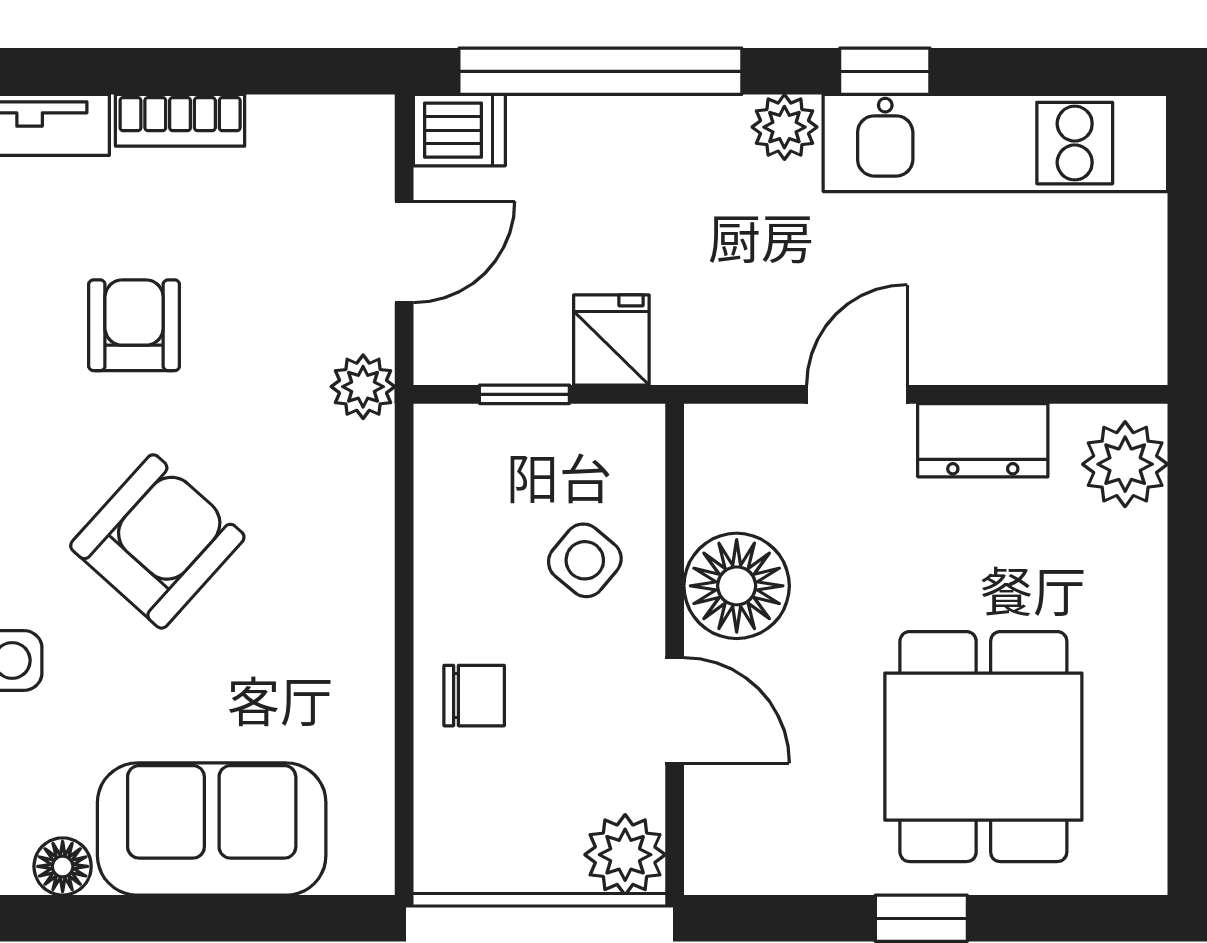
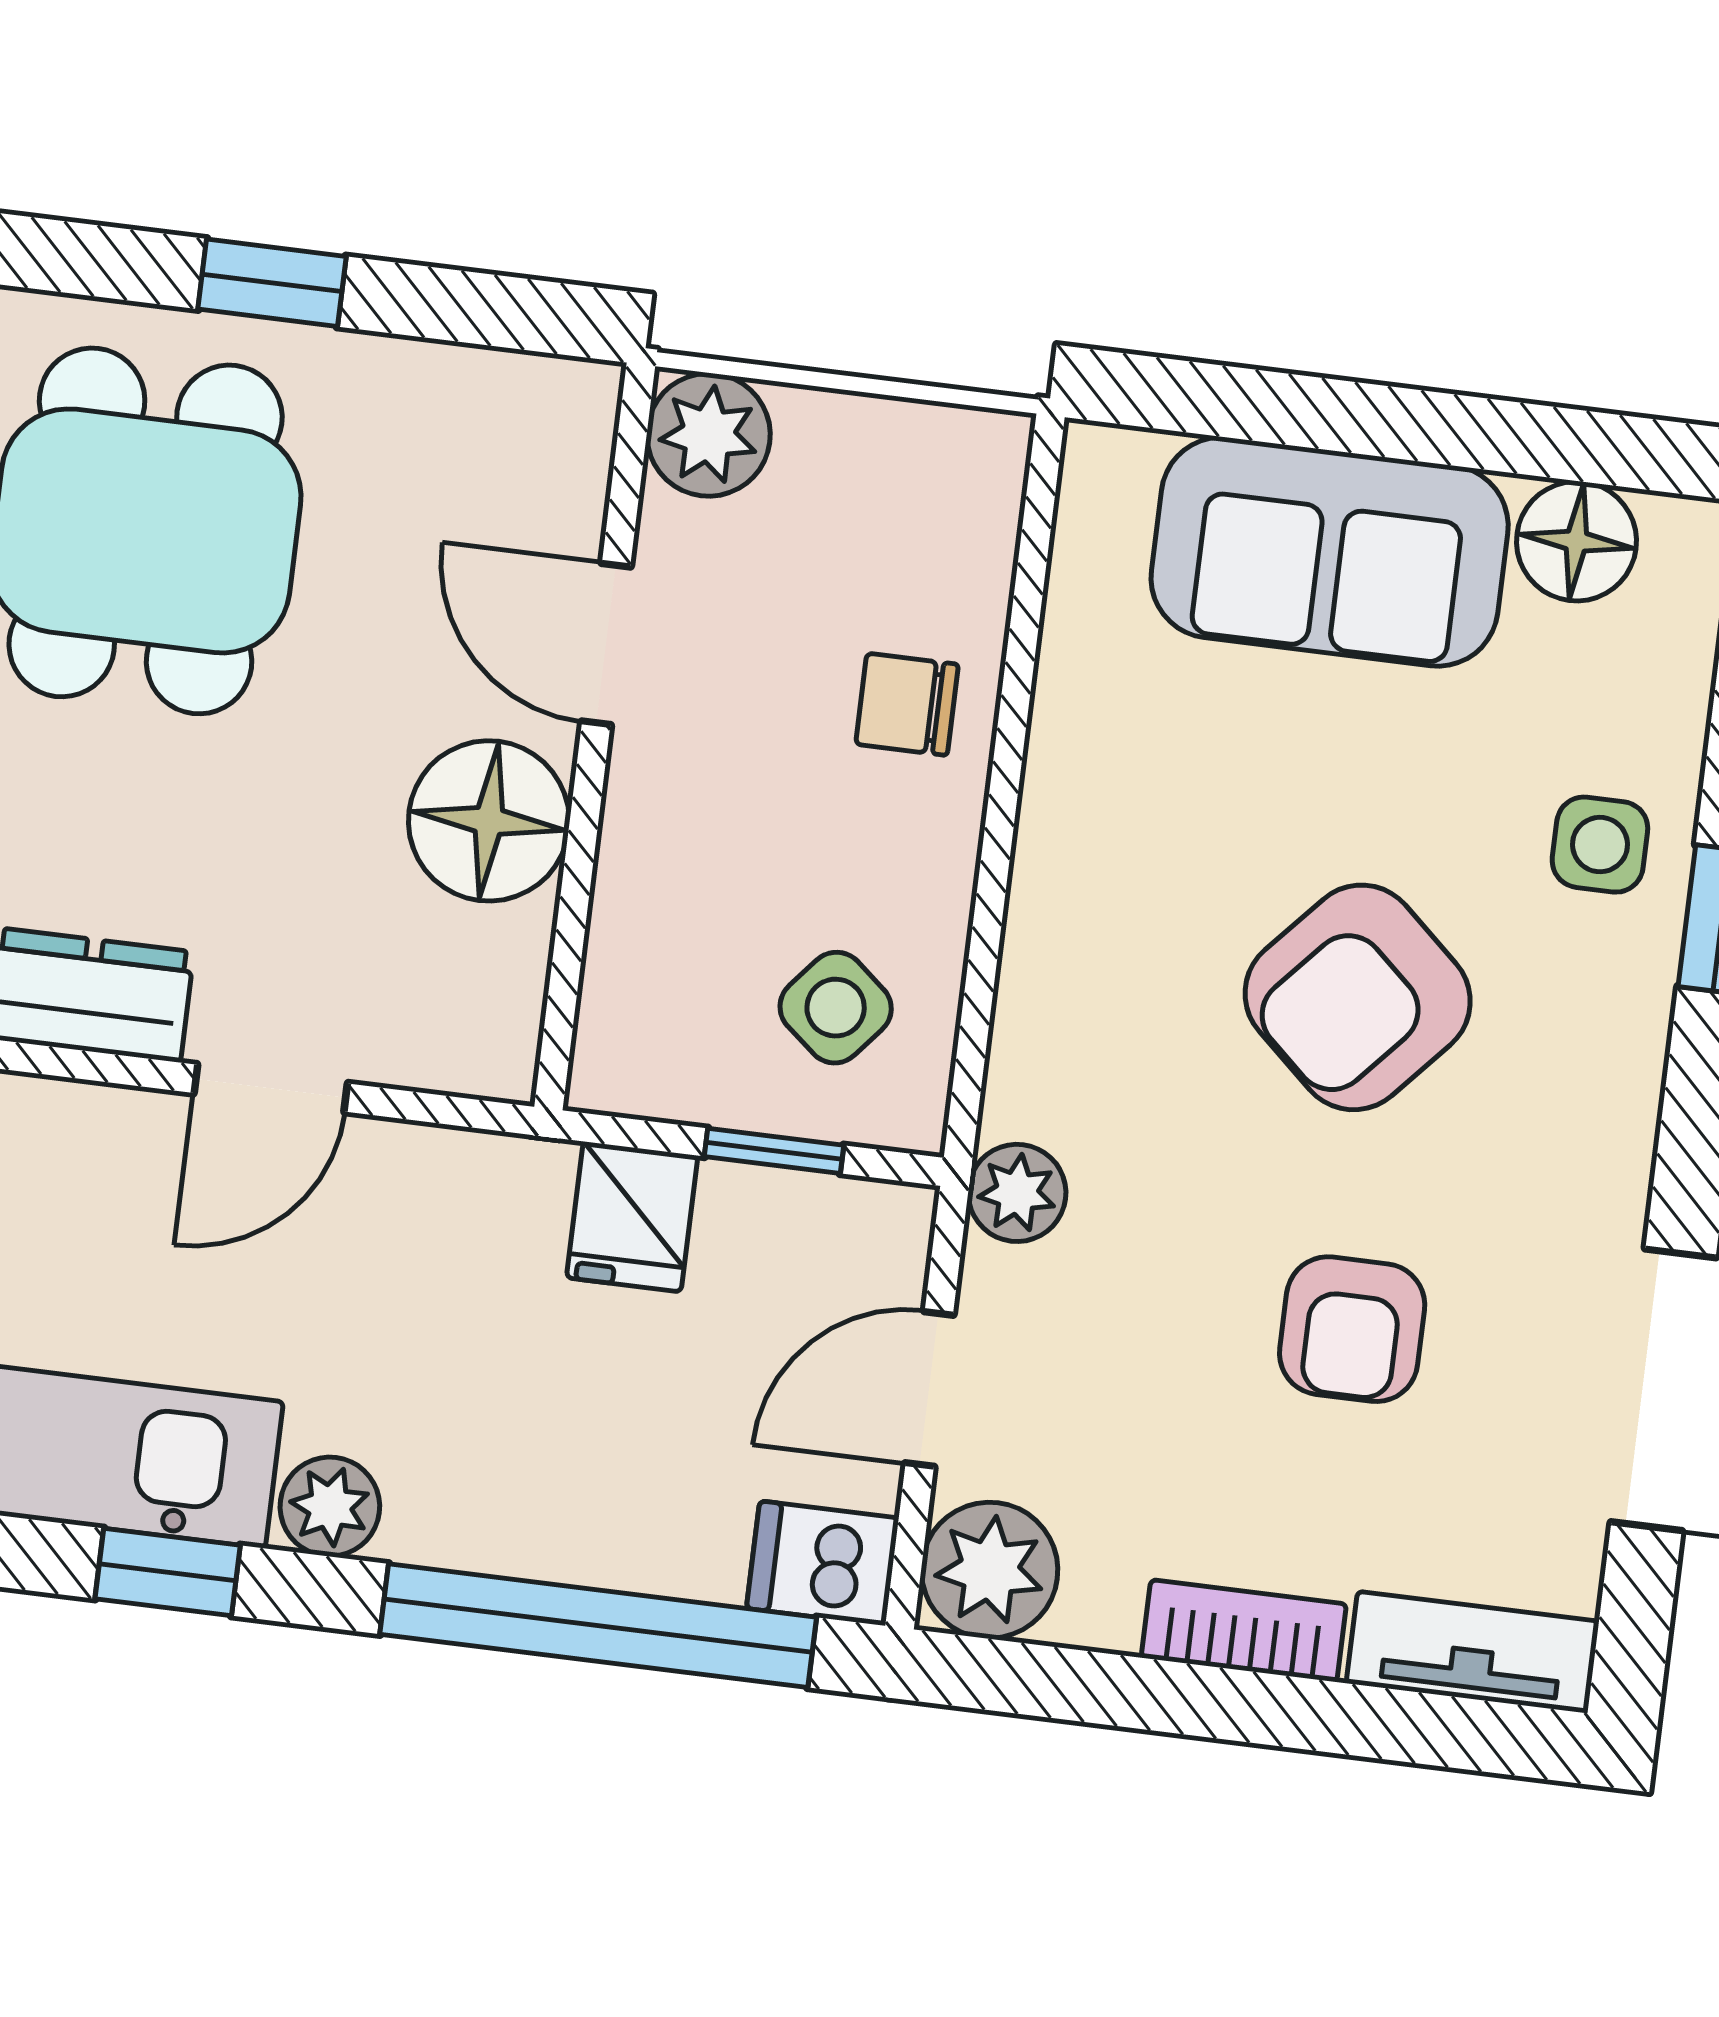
plant: (350, 139) -> (990, 1570), added
side table: (585, 560) -> (836, 1008), moved
floor lamp: (63, 866) -> (1576, 541), width x1.37, depth x1.37

